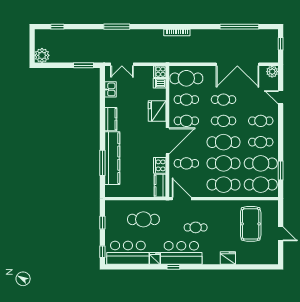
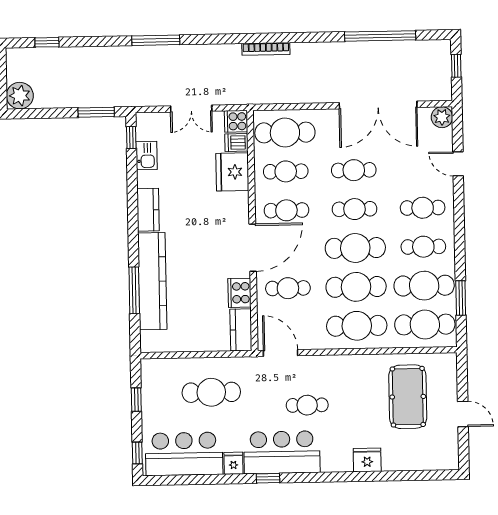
double door: (122, 64) -> (191, 109), moved
window: (102, 79) -> (131, 137), added
fridge: (157, 111) -> (232, 172), moved

